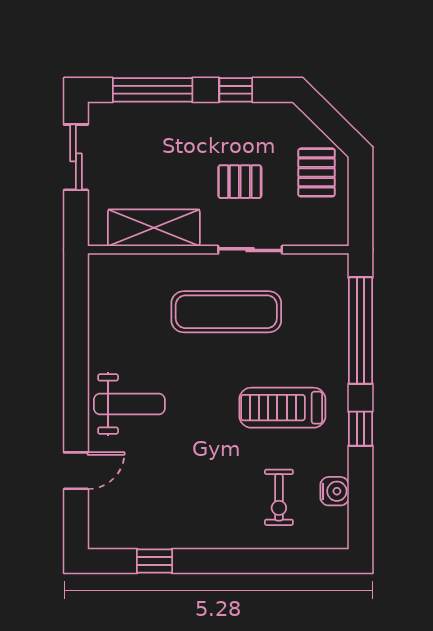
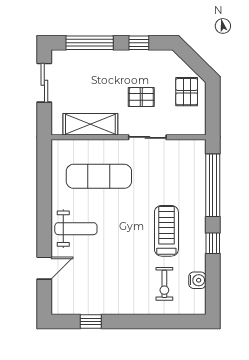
exercise mat: (226, 312) -> (99, 176), moved
treadmill: (282, 408) -> (166, 231), turned 90

